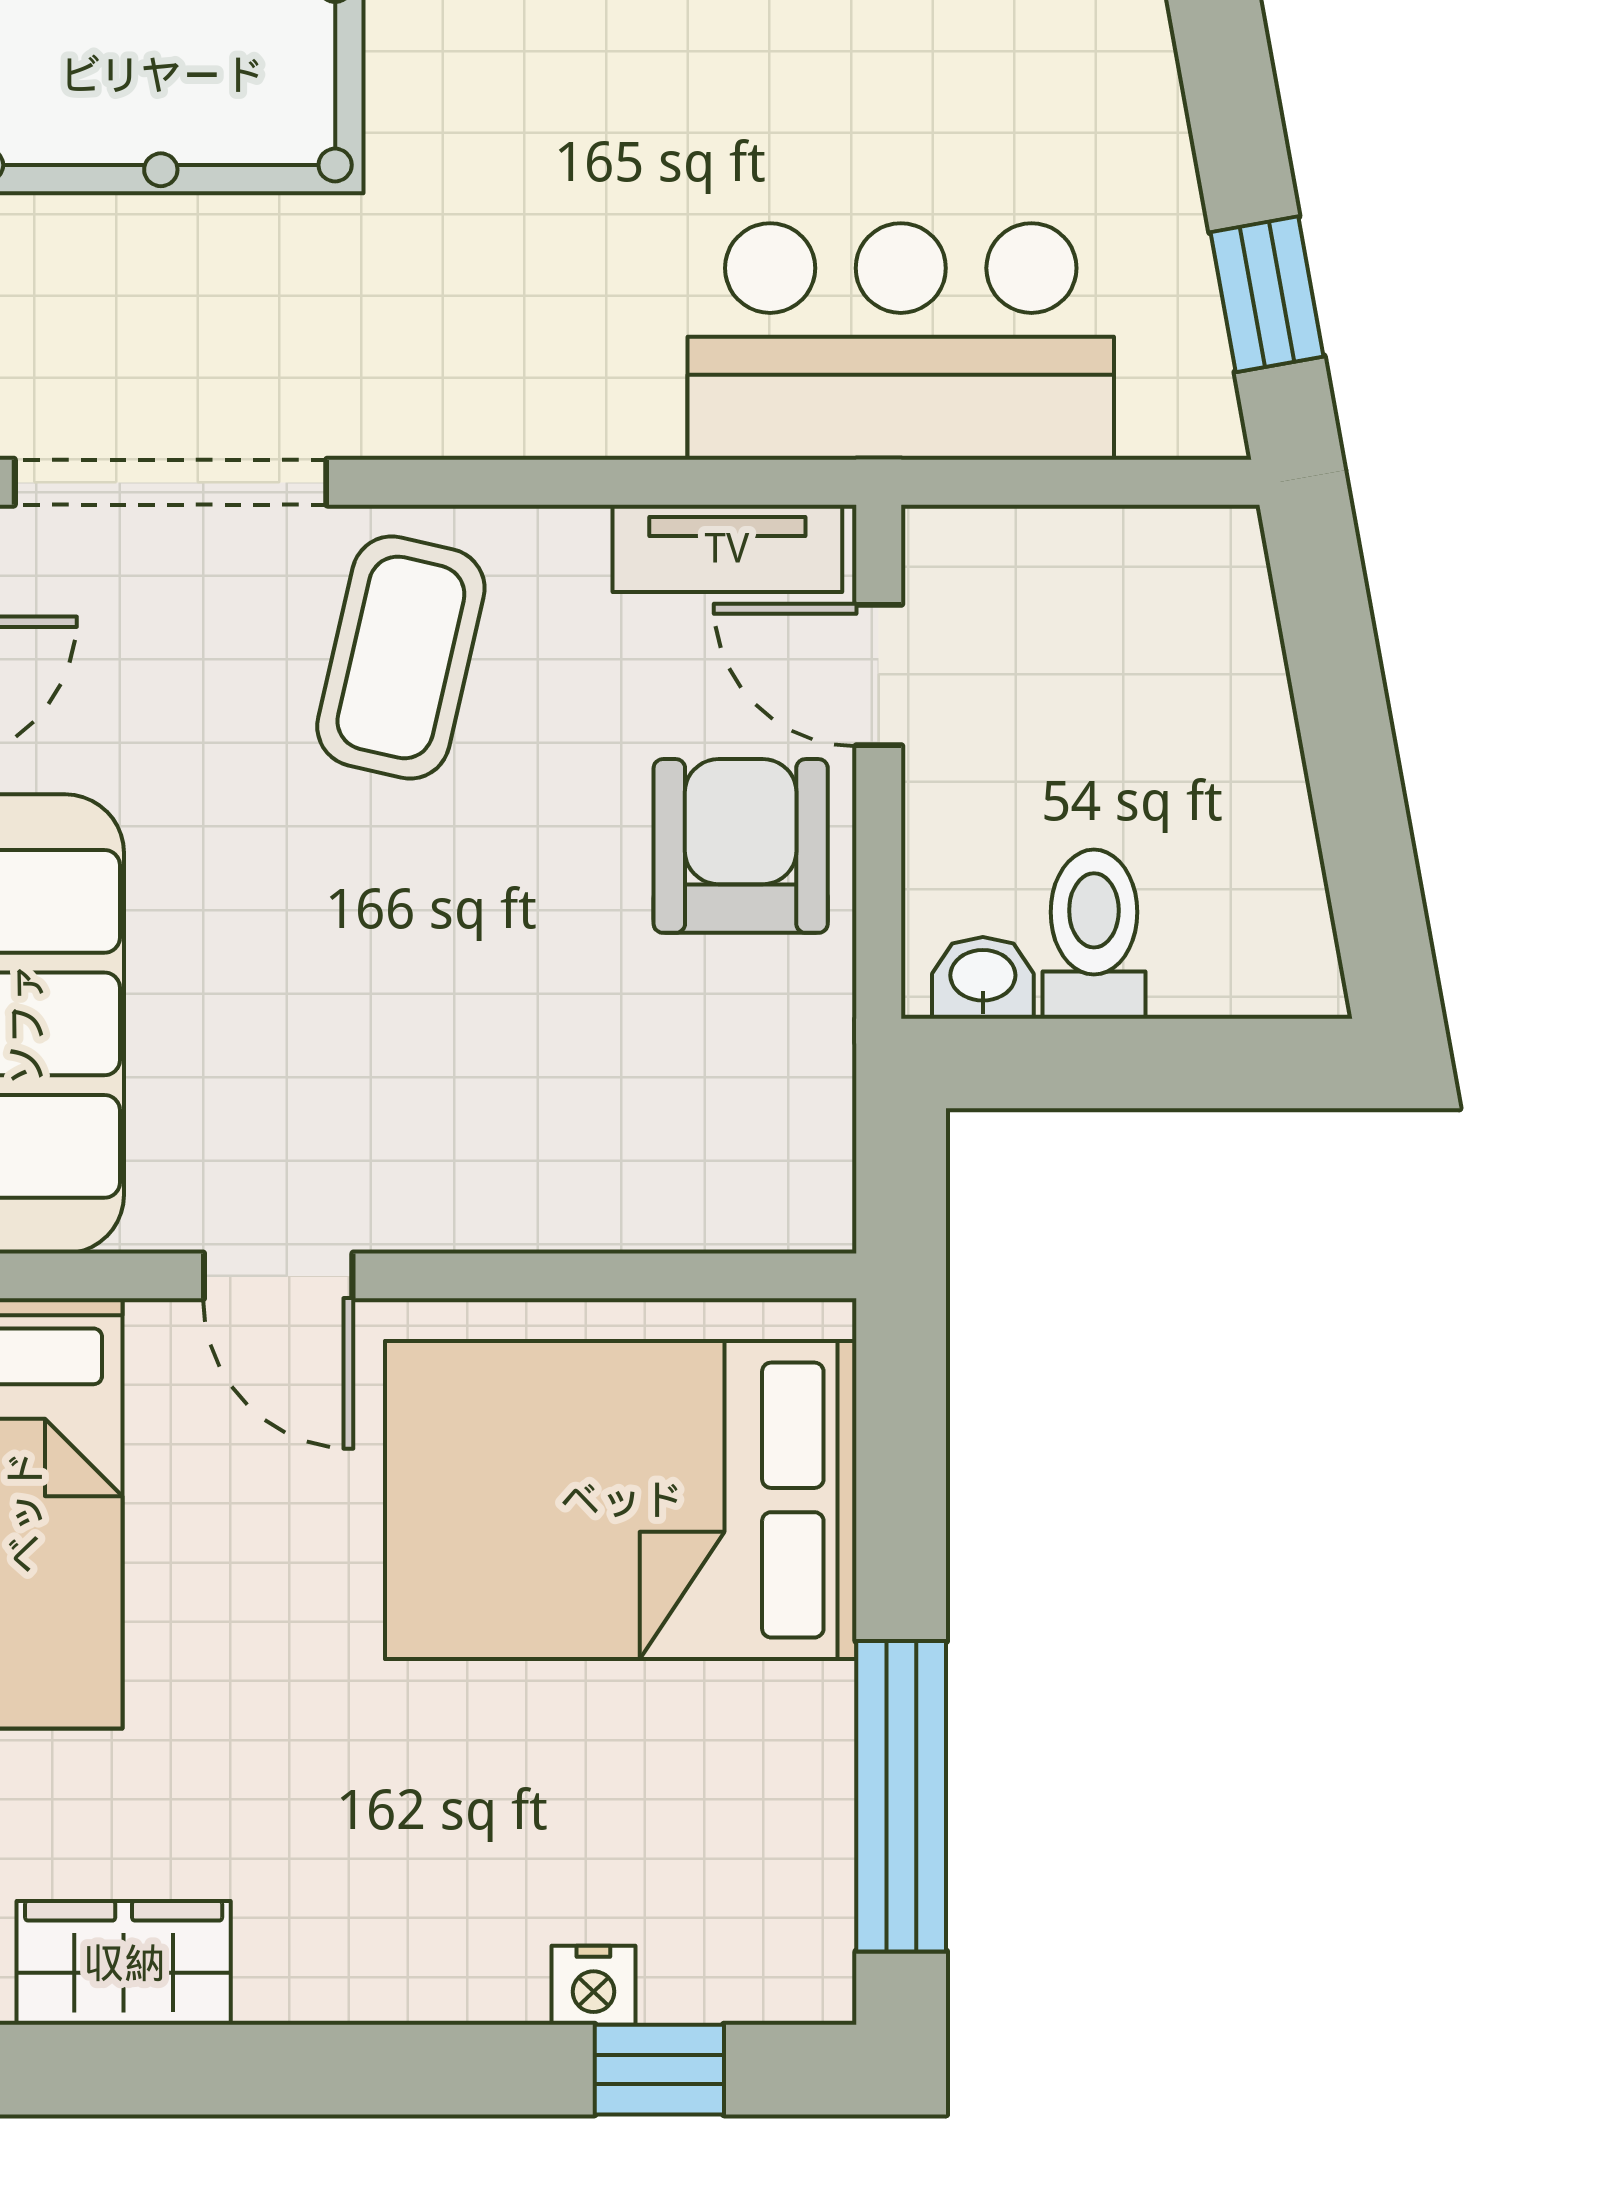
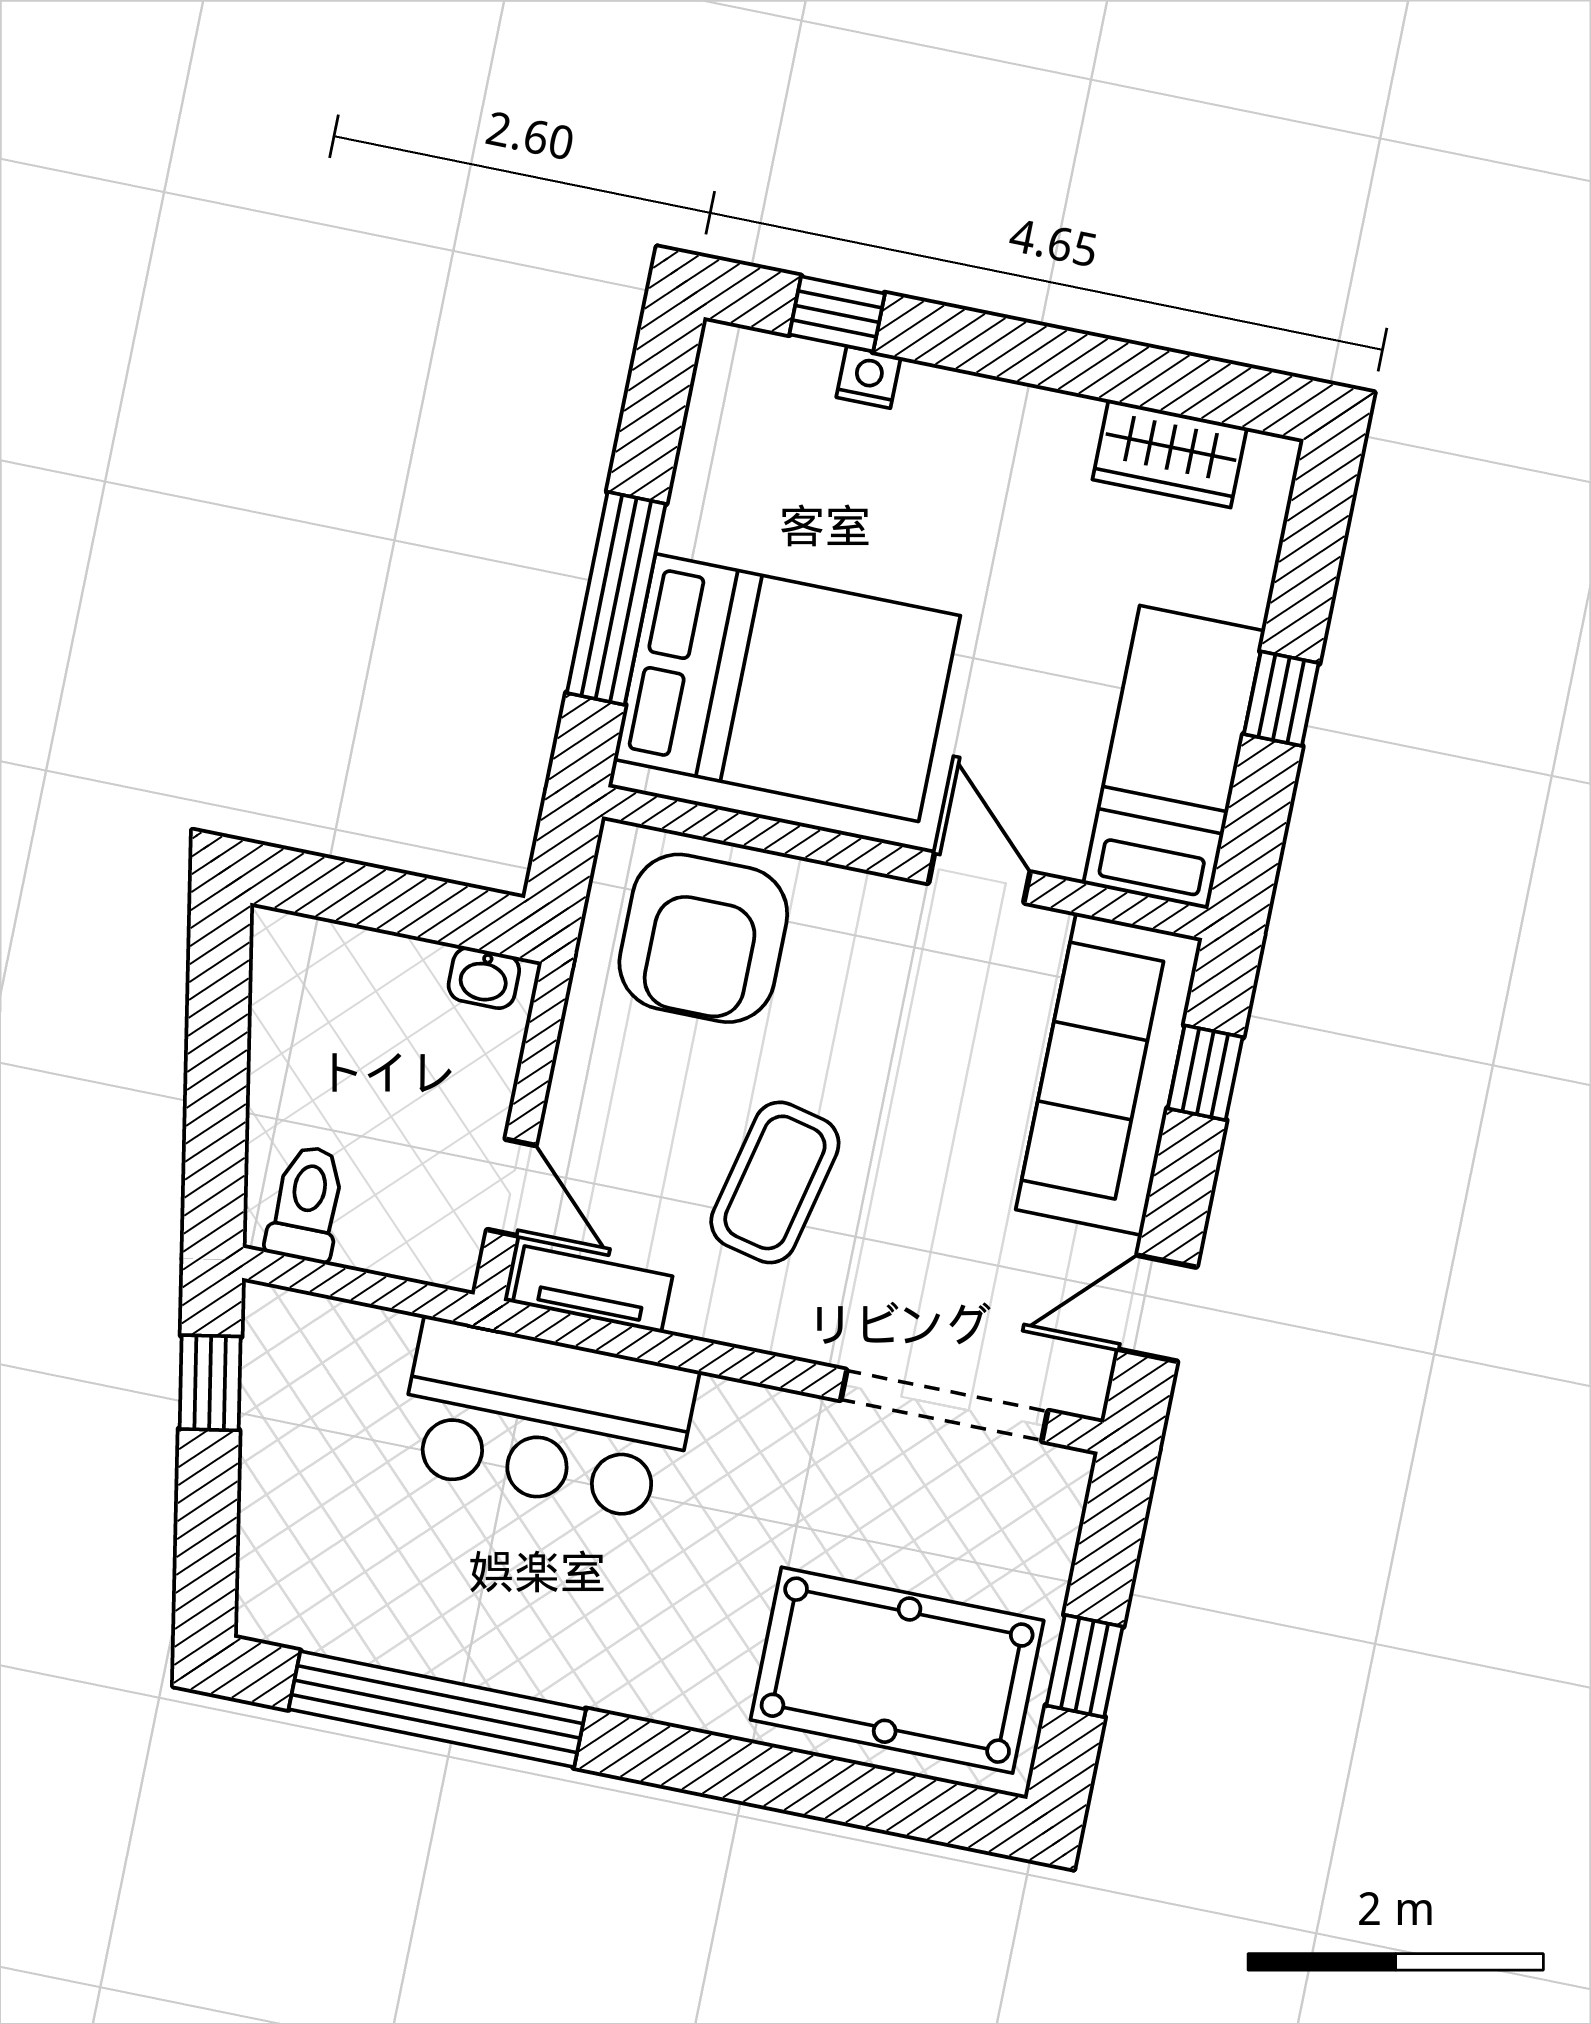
bar counter: (901, 341) -> (547, 1419), moved
coffee table: (401, 657) -> (775, 1182), moved
armchair: (741, 846) -> (703, 938), moved, width x1.36, depth x1.36
toilet: (1094, 934) -> (307, 1204), moved, turned 180
window: (901, 1796) -> (616, 598), moved

